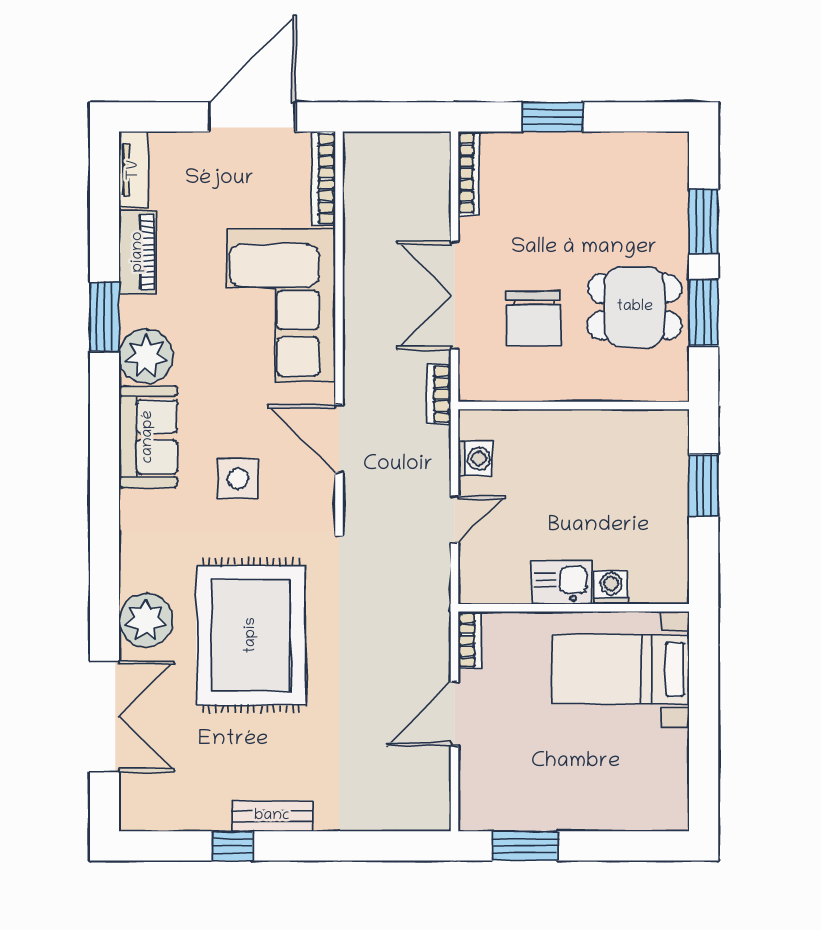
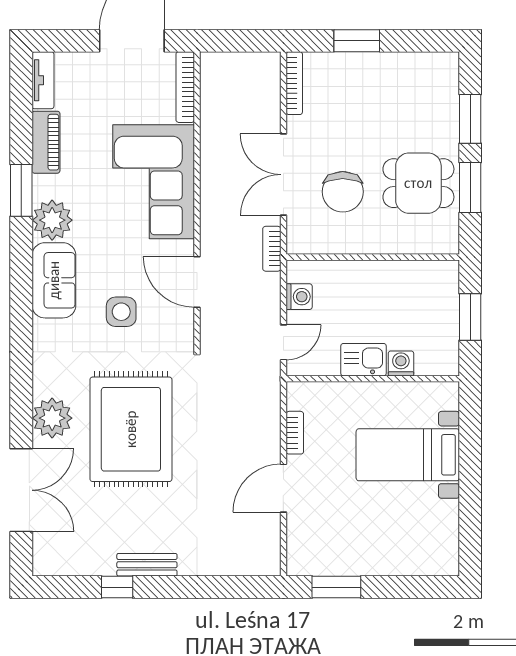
kitchen sink: (561, 582) -> (363, 360), moved
washing machine: (611, 587) -> (401, 363), moved
wall: (574, 608) -> (373, 379), moved

